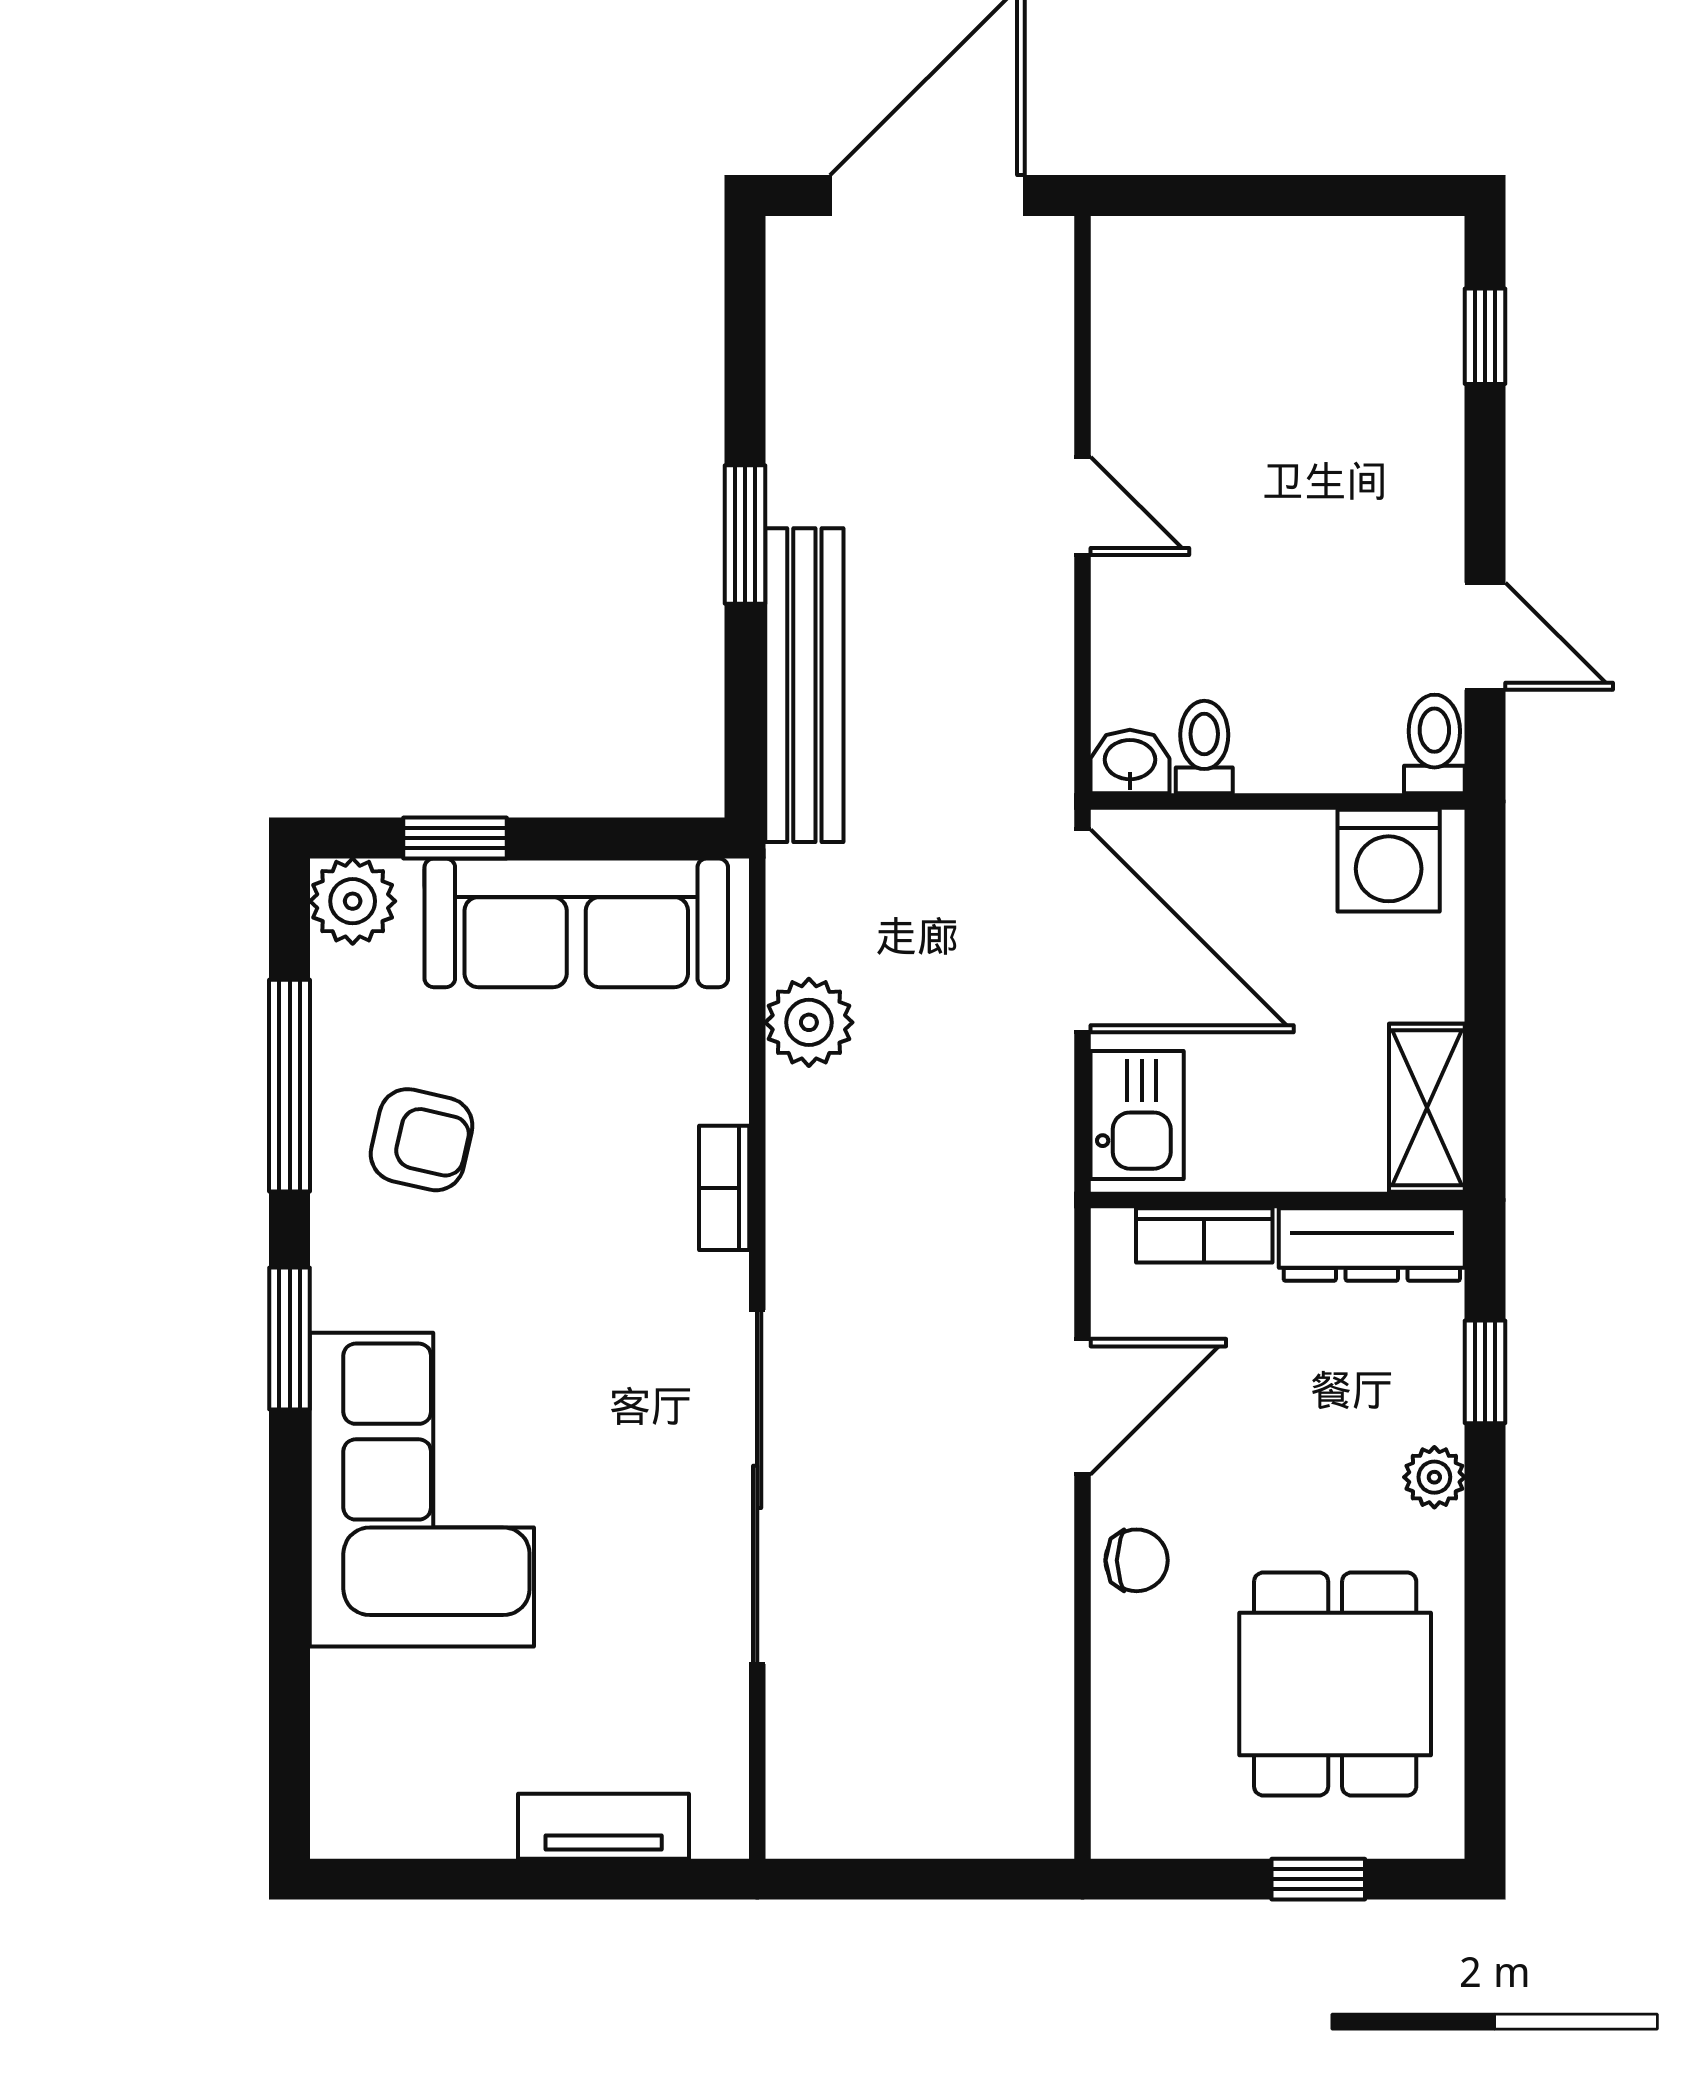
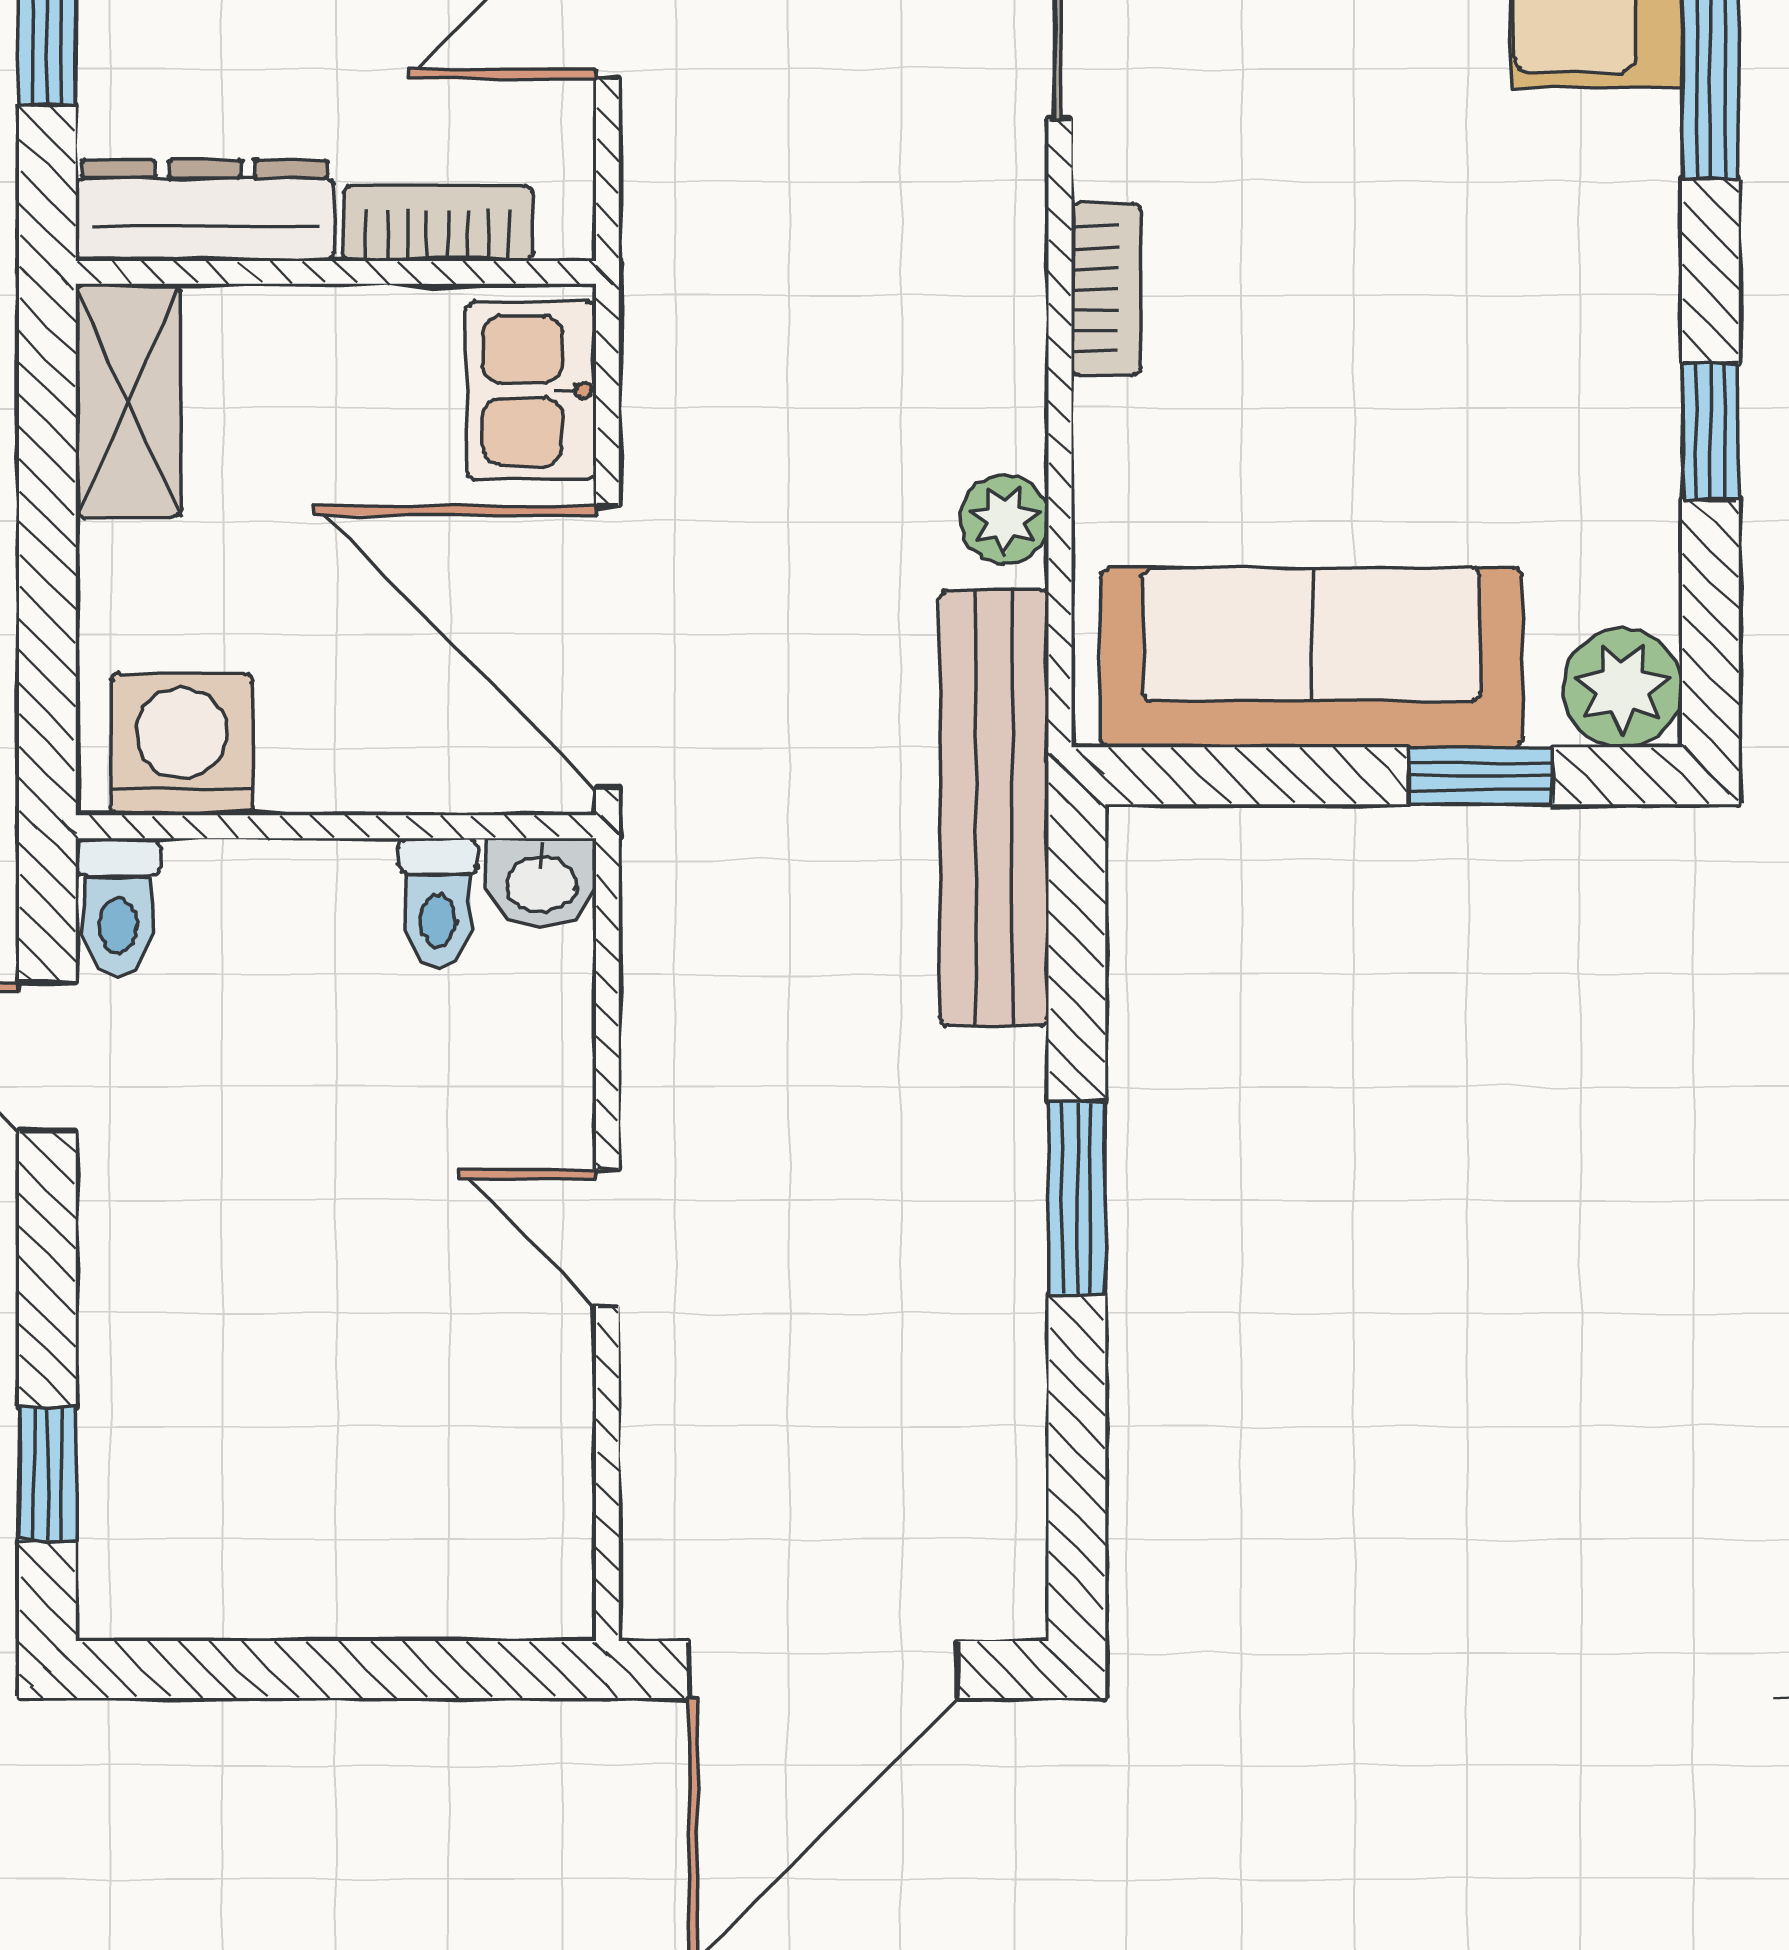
bench: (804, 685) -> (994, 808), moved
plant: (809, 1022) -> (1004, 519), width x0.73, depth x0.73
window: (290, 1086) -> (1710, 431), width x0.46
armchair: (422, 1140) -> (1527, 356), removed

